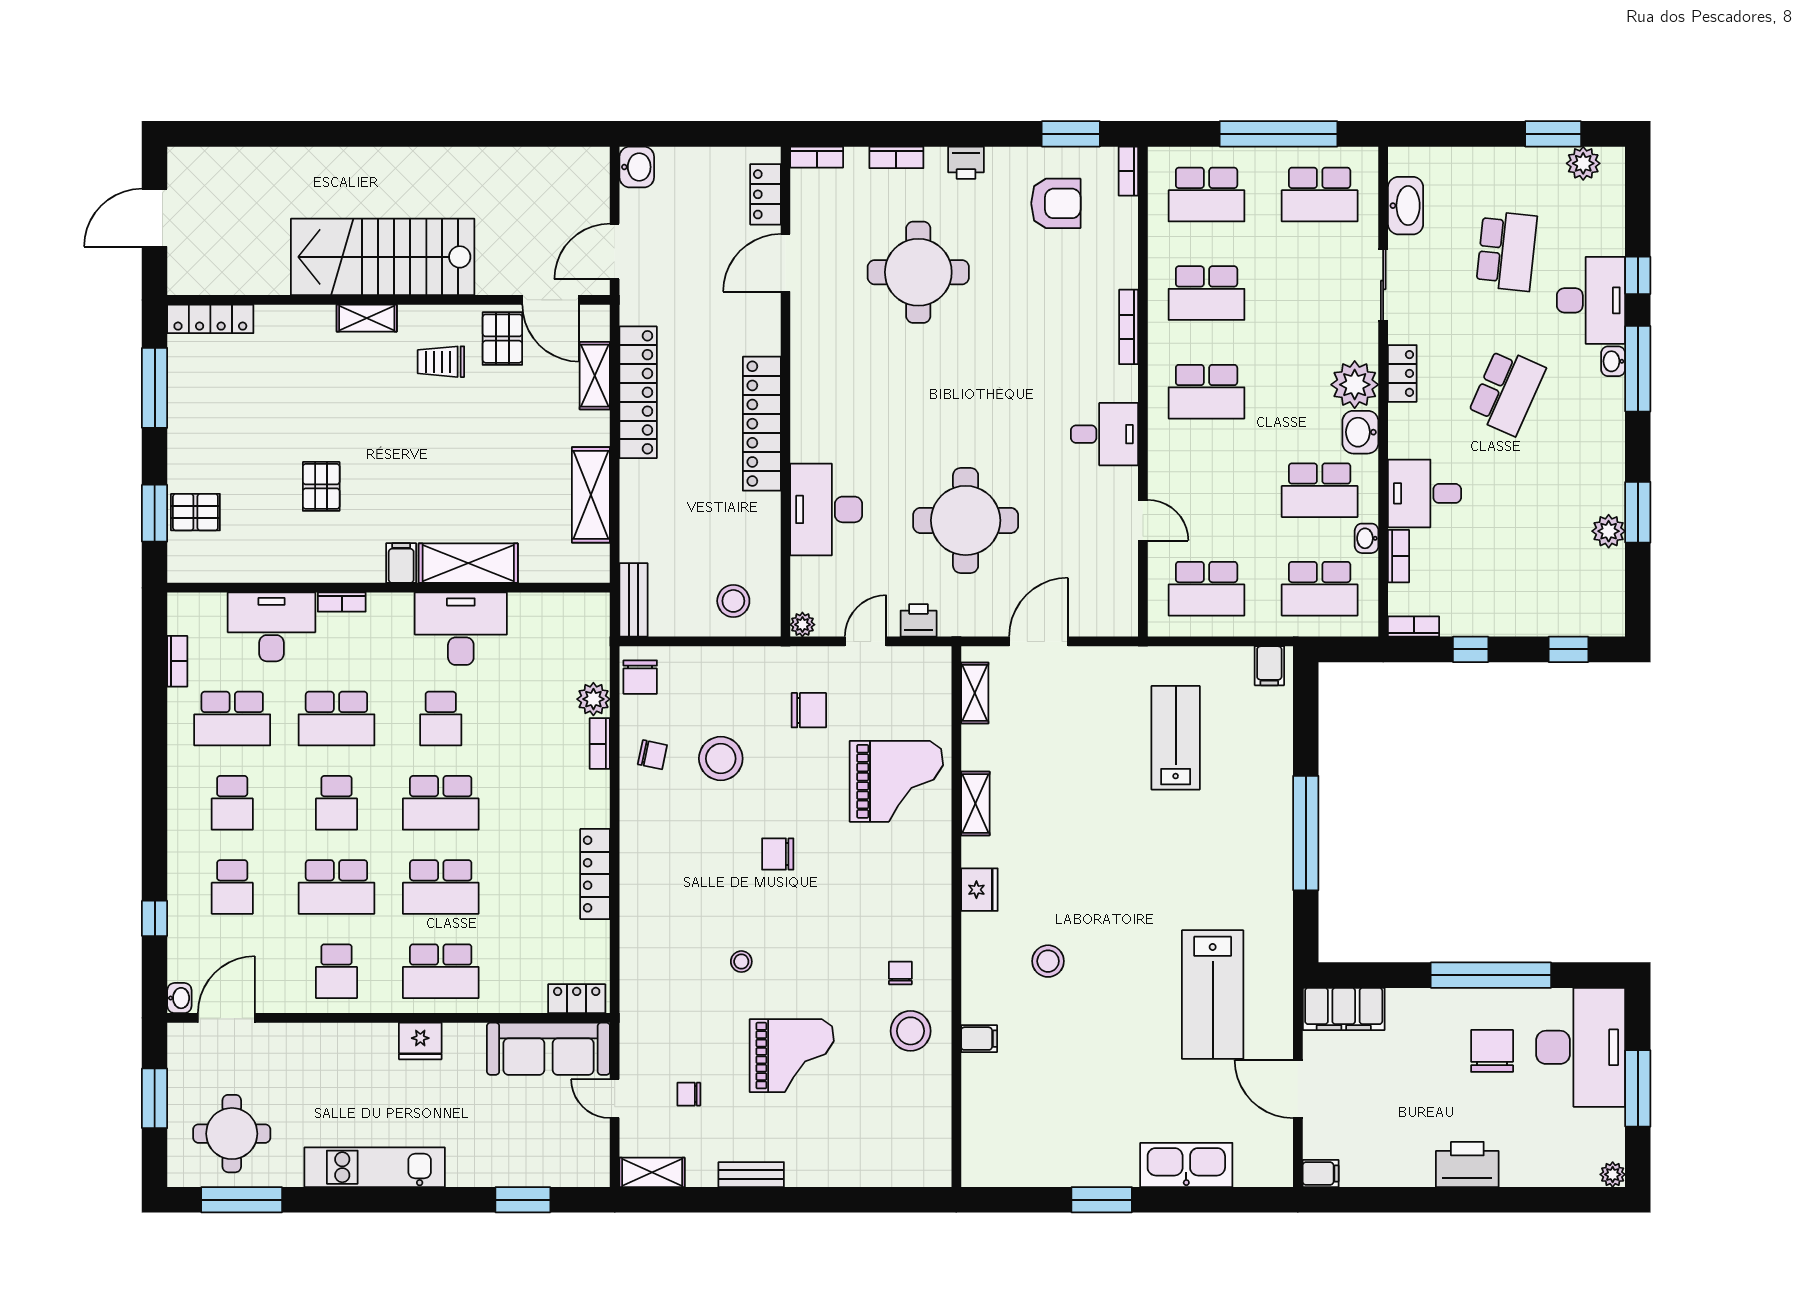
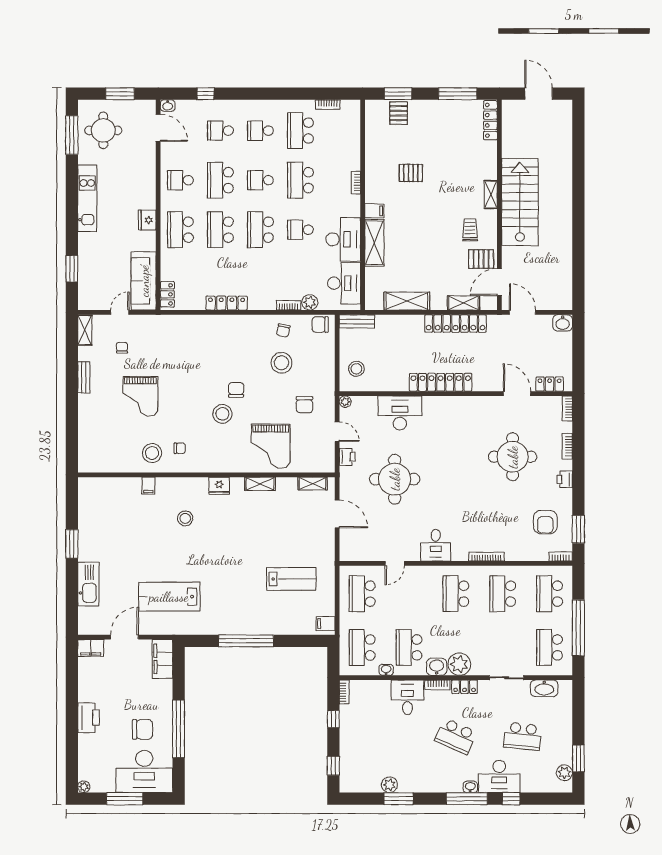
bookcase: (1399, 556) -> (437, 685), moved
desk: (271, 627) -> (344, 283), moved
stool: (741, 962) -> (222, 414), moved, width x1.89, depth x1.89
filing cabinet: (1321, 1174) -> (91, 648), width x2.00

